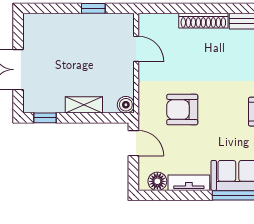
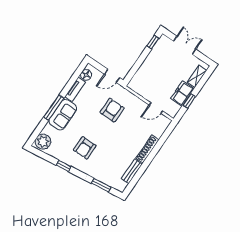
freezer: (89, 25) -> (182, 94), added
shelving: (84, 105) -> (197, 76), moved
boiler: (126, 105) -> (133, 85), removed

